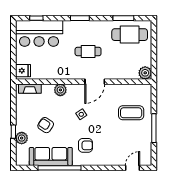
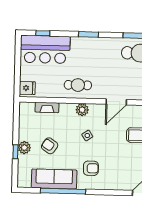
cafe table: (88, 51) -> (78, 85), moved
door: (95, 82) -> (116, 102), moved
fireplace: (30, 89) -> (47, 107), moved
plant: (60, 90) -> (82, 110), moved
plant: (22, 138) -> (24, 148), moved

